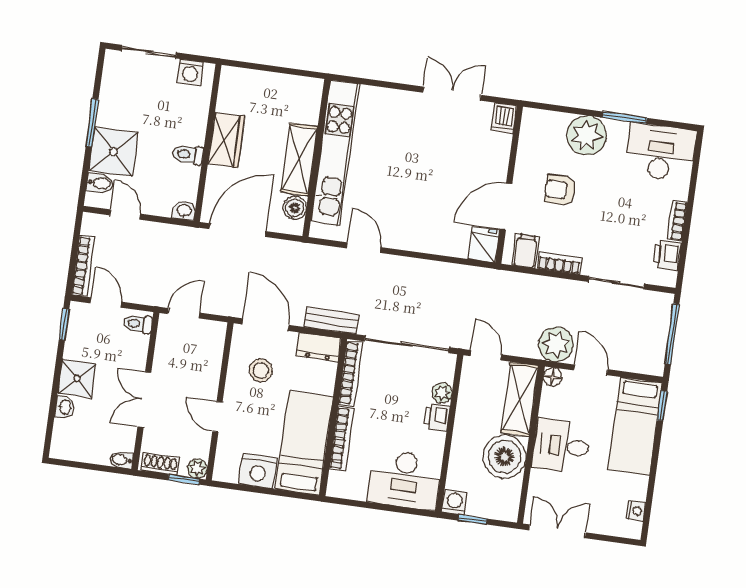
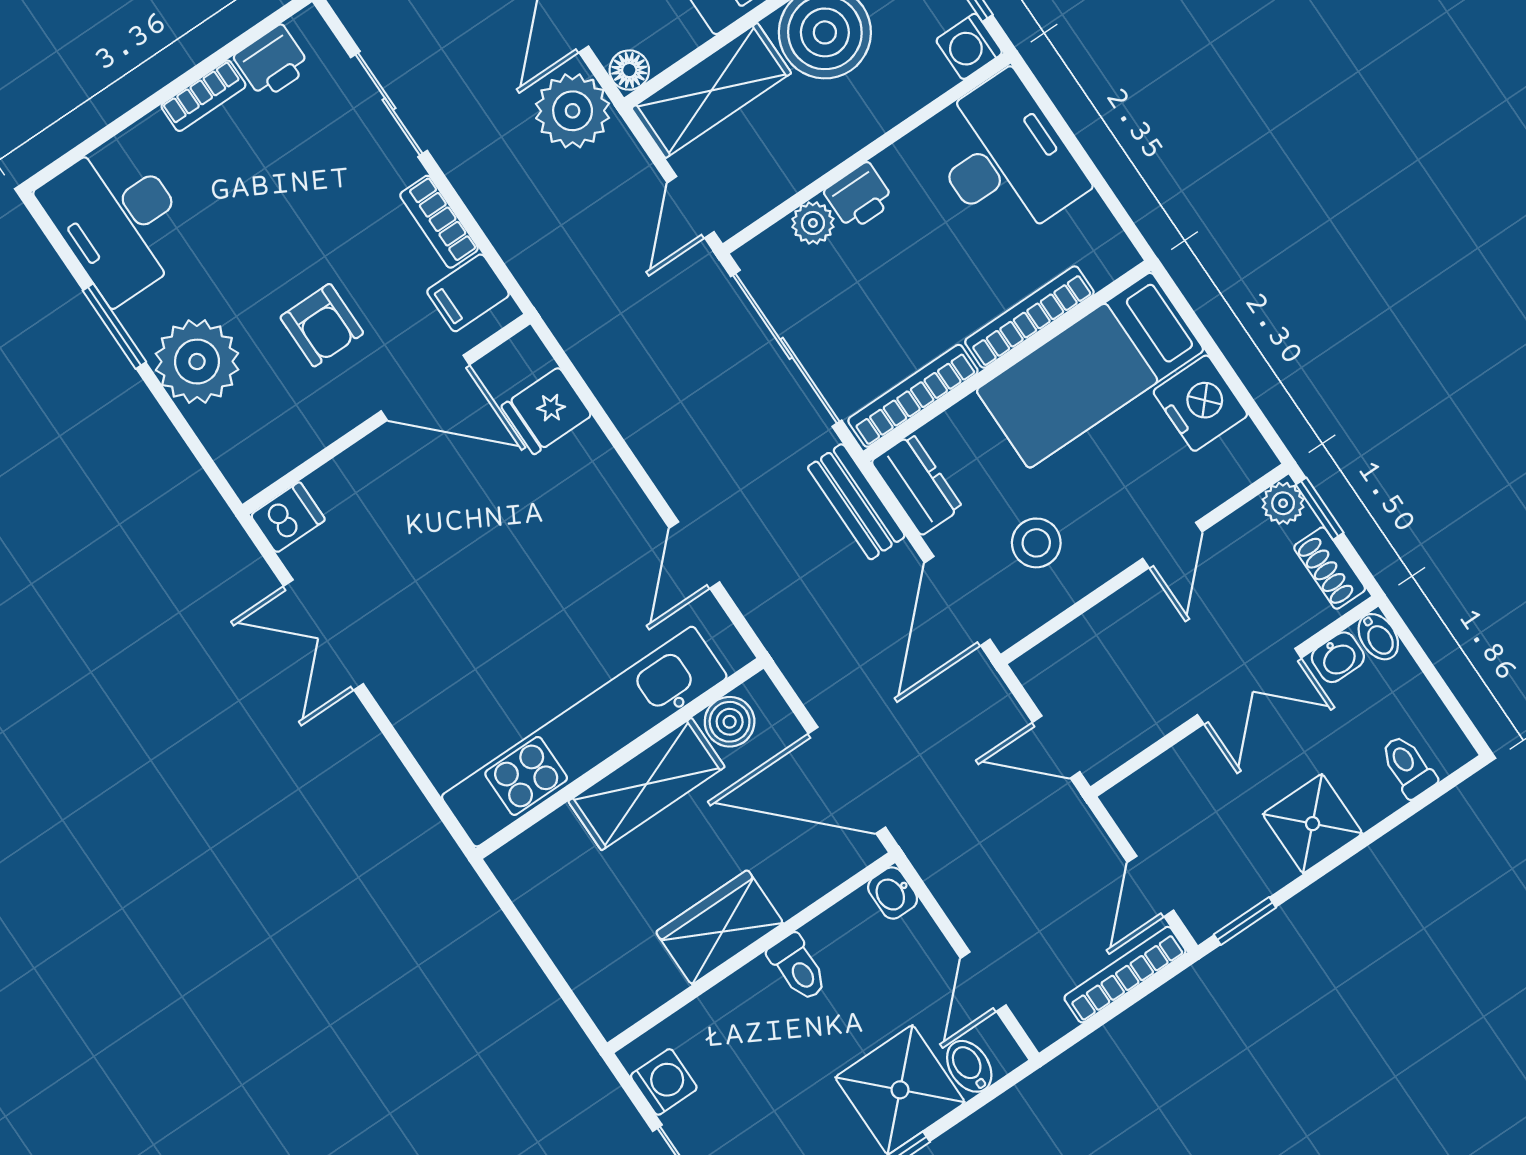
fridge: (484, 245) -> (546, 411), moved
toilet: (138, 324) -> (1408, 766), moved, turned 180
washbasin: (65, 407) -> (1338, 657), moved, turned 180

